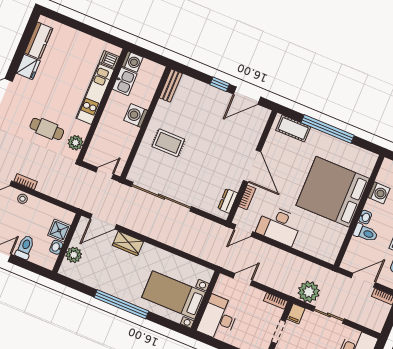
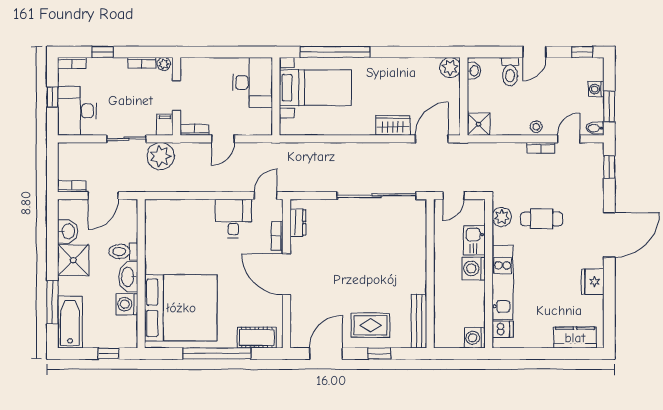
kitchen counter: (39, 41) -> (575, 338), moved, turned 90
kitchen sink: (125, 81) -> (474, 241), moved
window: (220, 84) -> (379, 353), moved
bench: (171, 86) -> (419, 321), width x1.36
washing machine: (136, 115) -> (474, 268), moved, turned 180
rug: (168, 143) -> (370, 325), moved
bed: (333, 192) -> (181, 308), moved
washbasin: (365, 217) -> (128, 277), width x1.91, depth x1.45
desk: (279, 226) -> (233, 219), width x0.73
shower: (59, 231) -> (479, 124), moved
washbasin: (56, 247) -> (474, 71), moved
plant: (74, 255) -> (450, 67), moved
door: (243, 279) -> (223, 139), moved
window: (121, 304) -> (335, 52), moved

